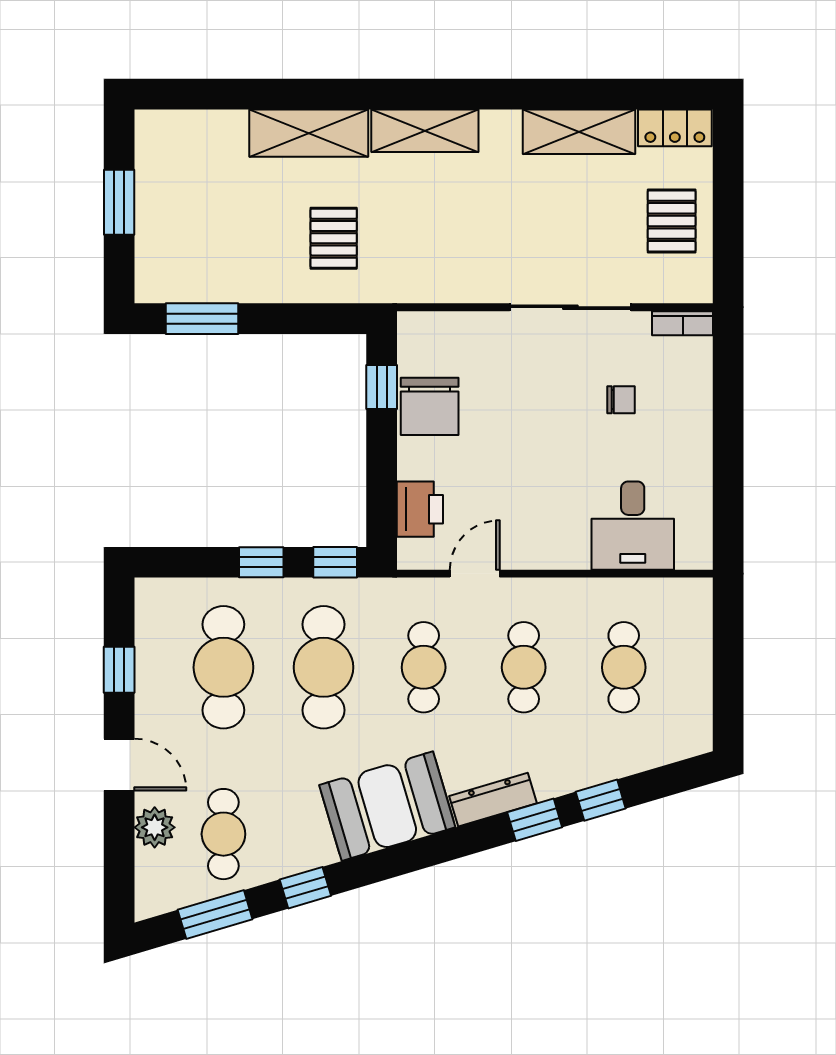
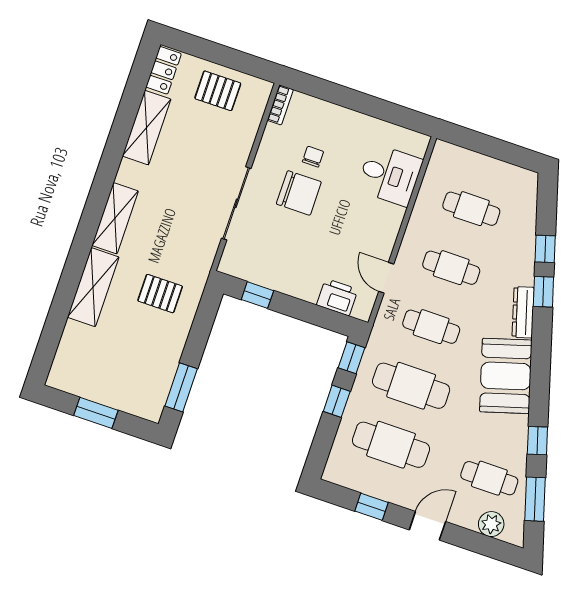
sliding door: (570, 307) -> (236, 203), moved
chair: (430, 406) -> (299, 193), moved
plant: (155, 827) -> (491, 524), moved

